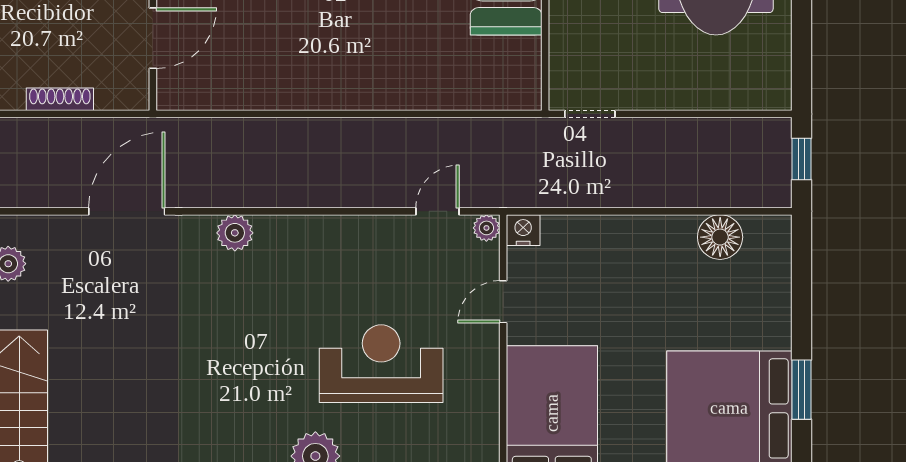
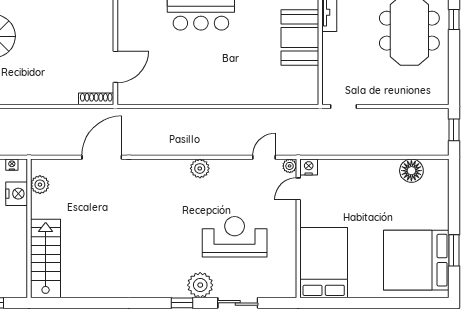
shoe rack: (60, 99) -> (96, 99), moved
plant: (235, 233) -> (200, 168), moved
door: (503, 302) -> (298, 189), moved

